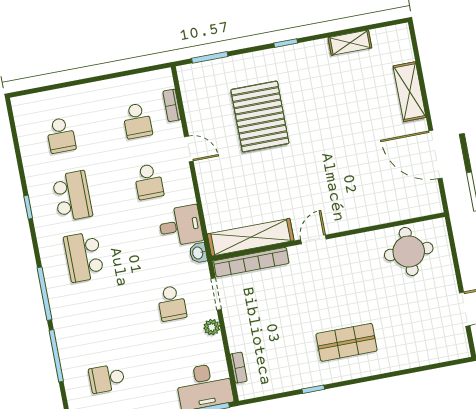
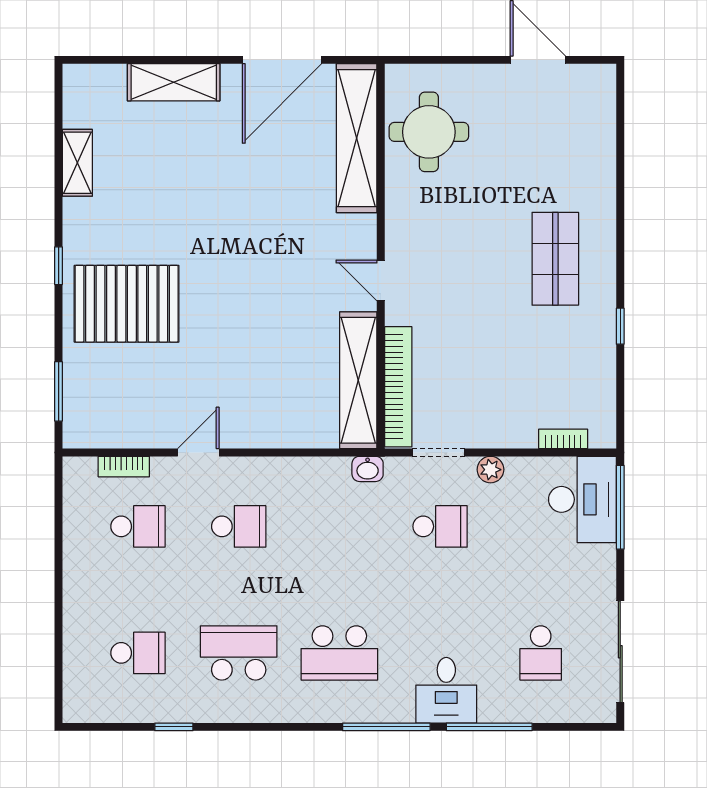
pallet: (260, 117) -> (127, 304), moved
window: (28, 207) -> (174, 727), moved
shelving: (397, 209) -> (357, 138), added
desk: (180, 226) -> (446, 690), moved, turned 180

